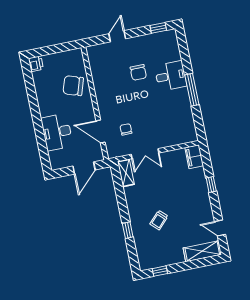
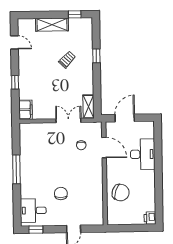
desk: (171, 76) -> (33, 210), moved
shelving: (202, 251) -> (52, 25), moved

